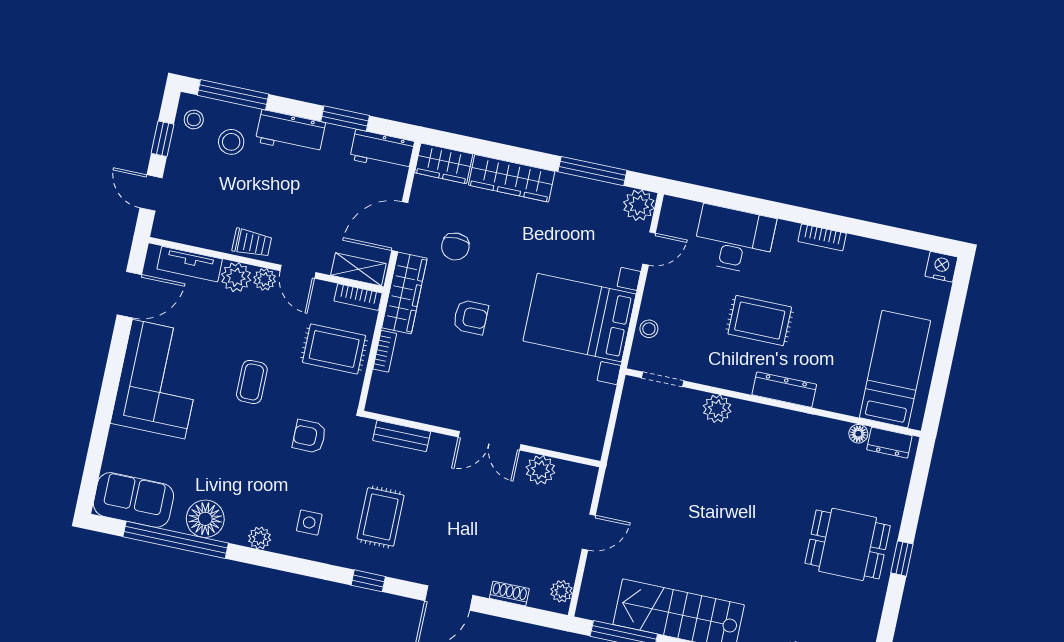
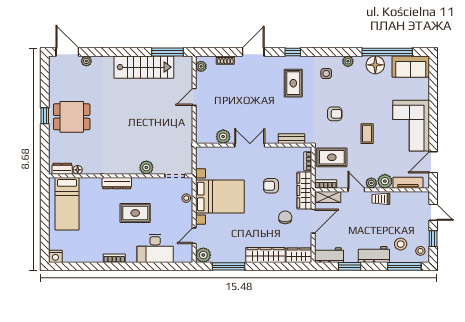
bench: (402, 436) -> (291, 139), moved
wall: (482, 439) -> (254, 145), moved
double door: (490, 441) -> (250, 145), moved
plant: (540, 470) -> (223, 137), moved

